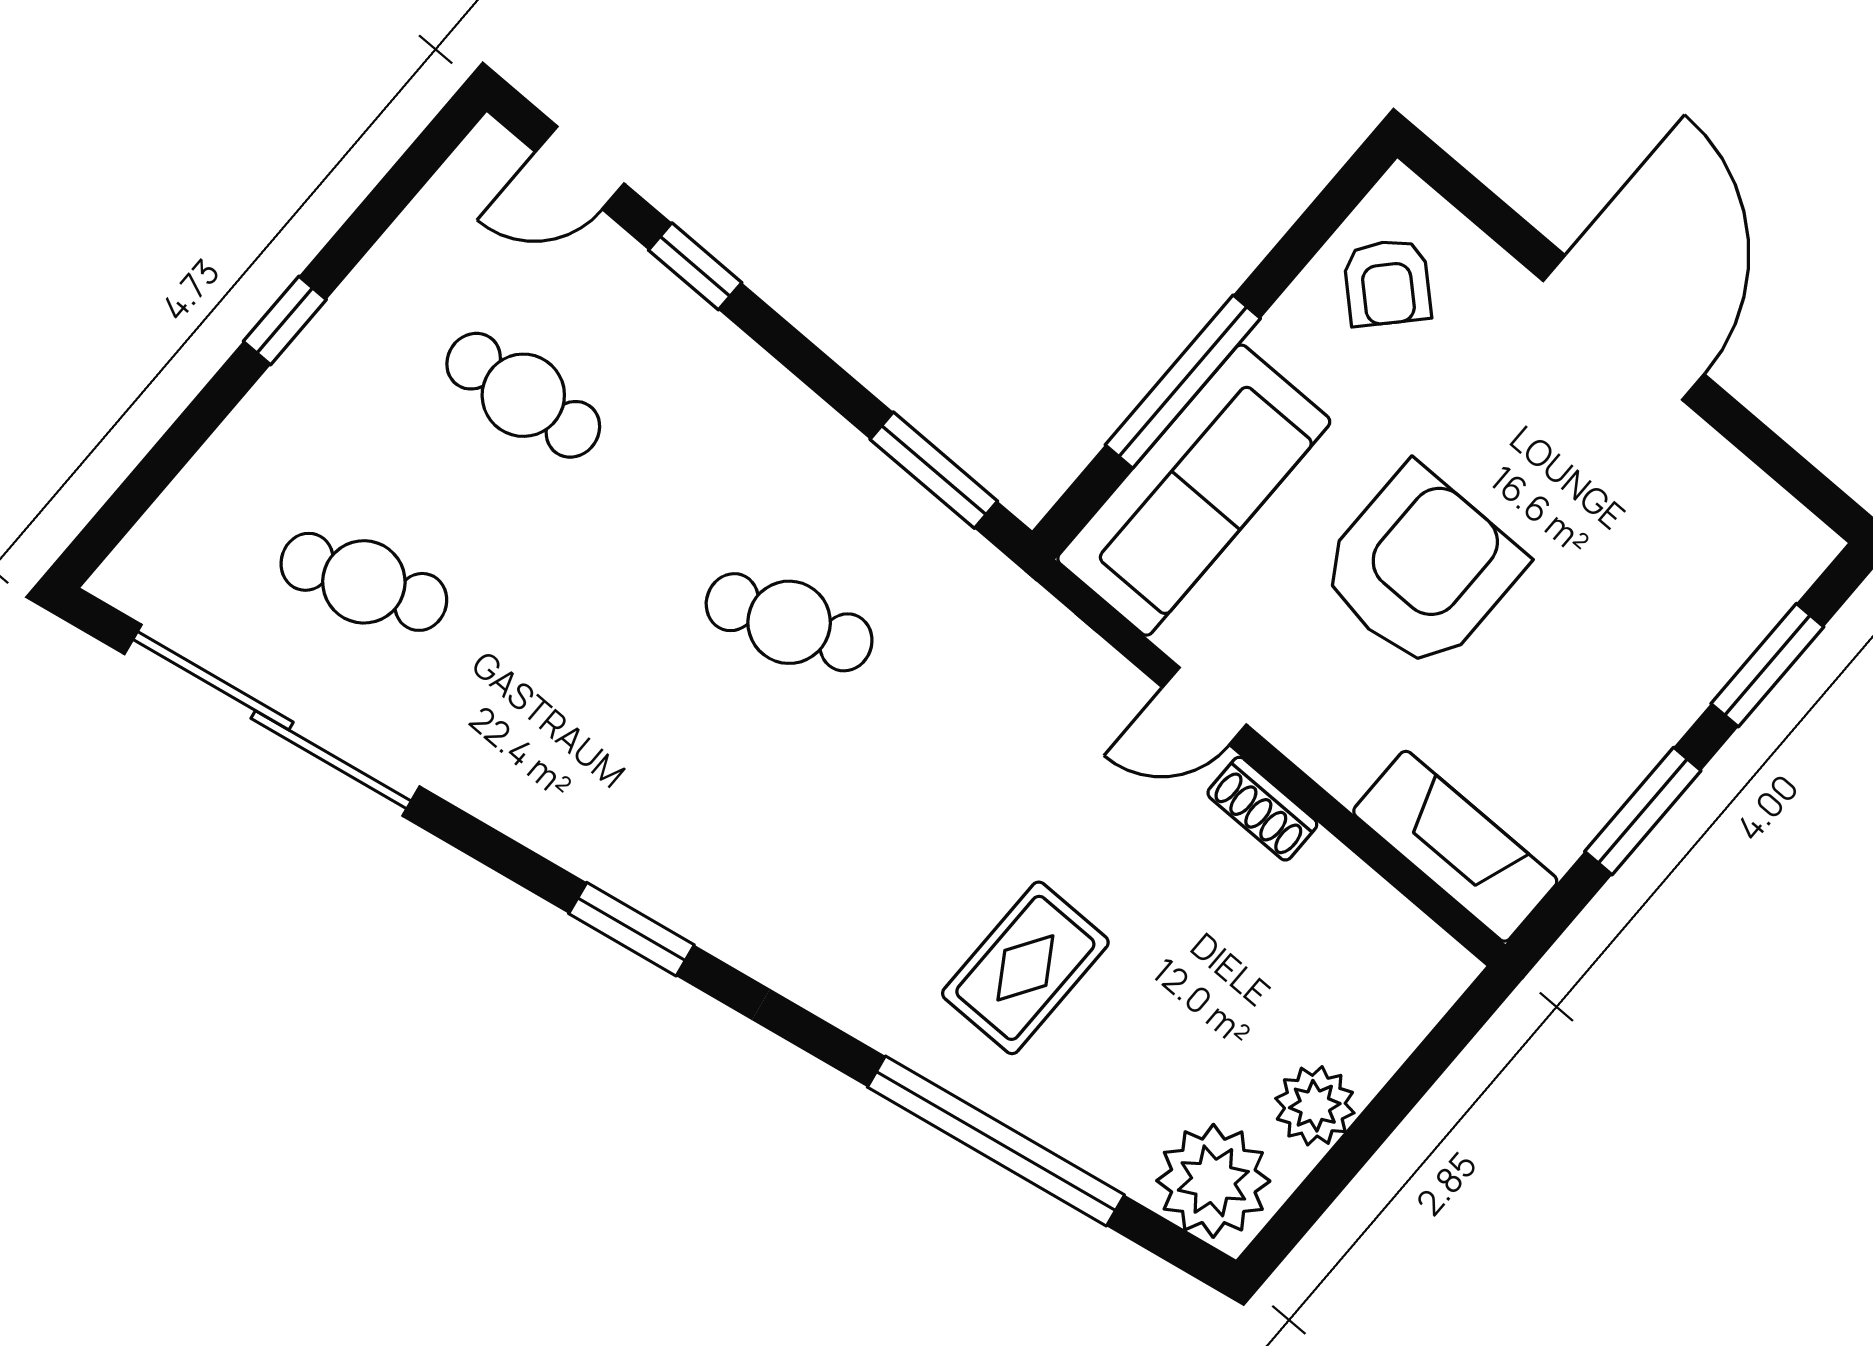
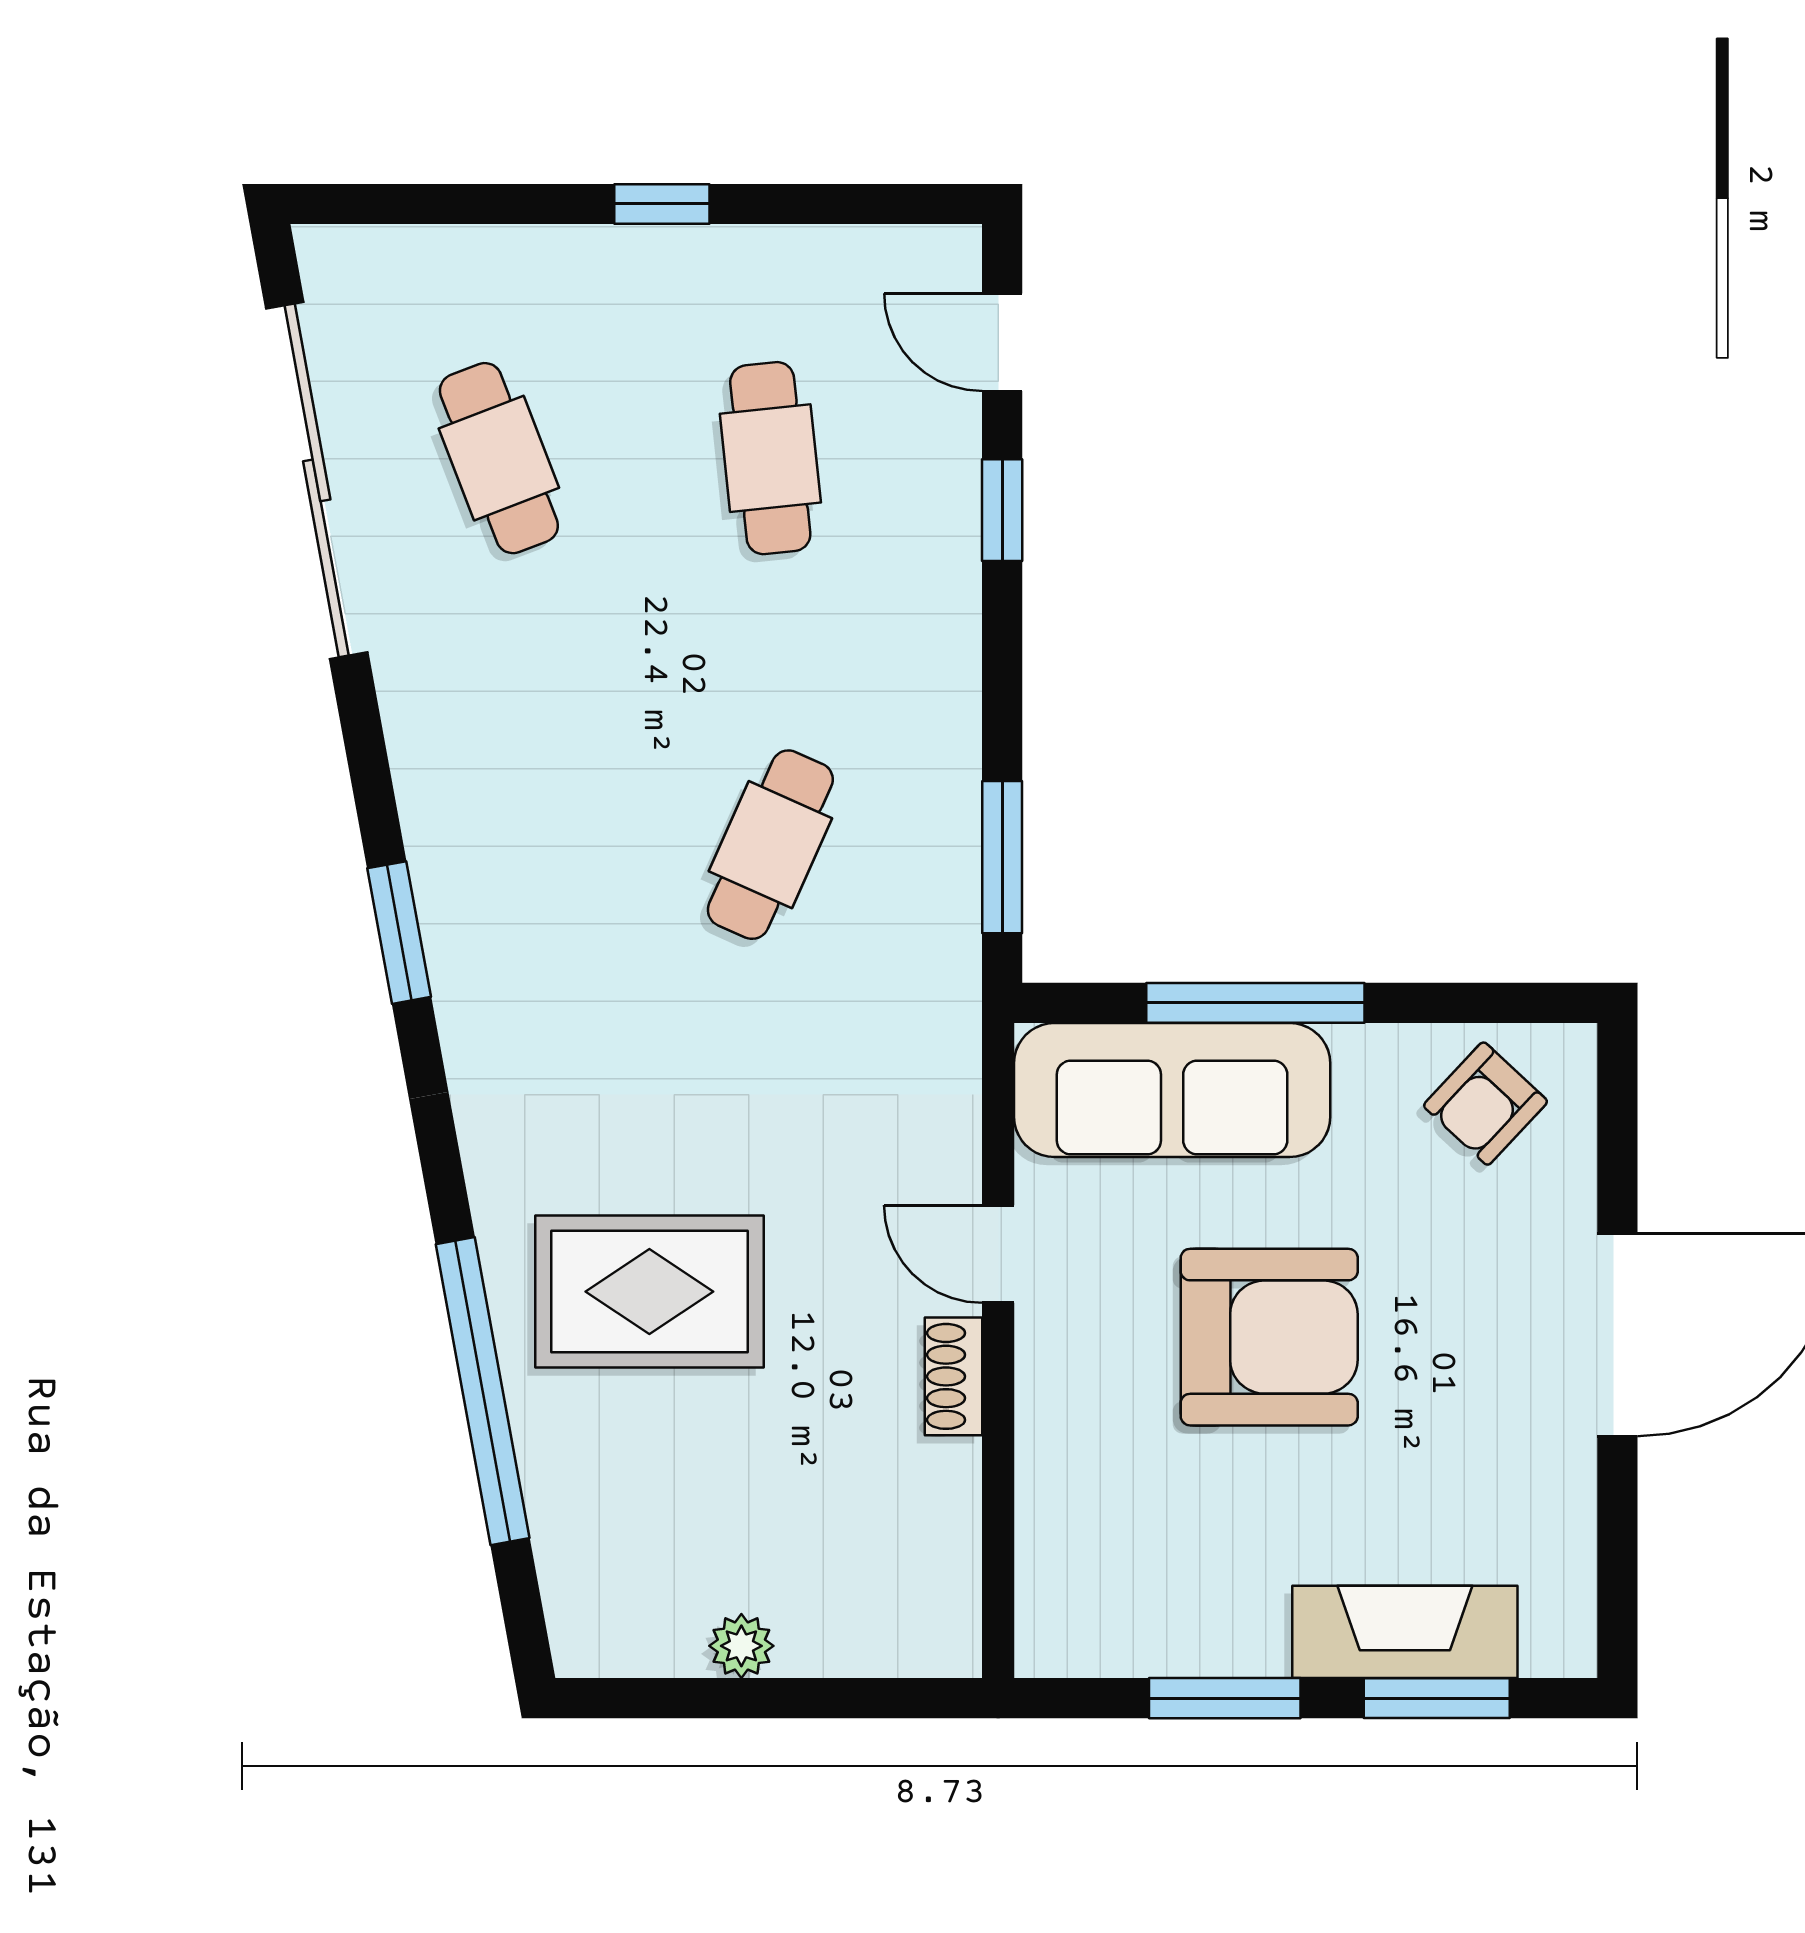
cafe table: (789, 622) -> (770, 845), turned 45
fireplace: (1455, 846) -> (1405, 1632), moved, turned -90
rug: (1025, 968) -> (649, 1292), width x1.36, depth x1.43
plant: (1315, 1106) -> (741, 1646), width x0.73, depth x0.73
plant: (1213, 1181) -> (605, 1602), removed

